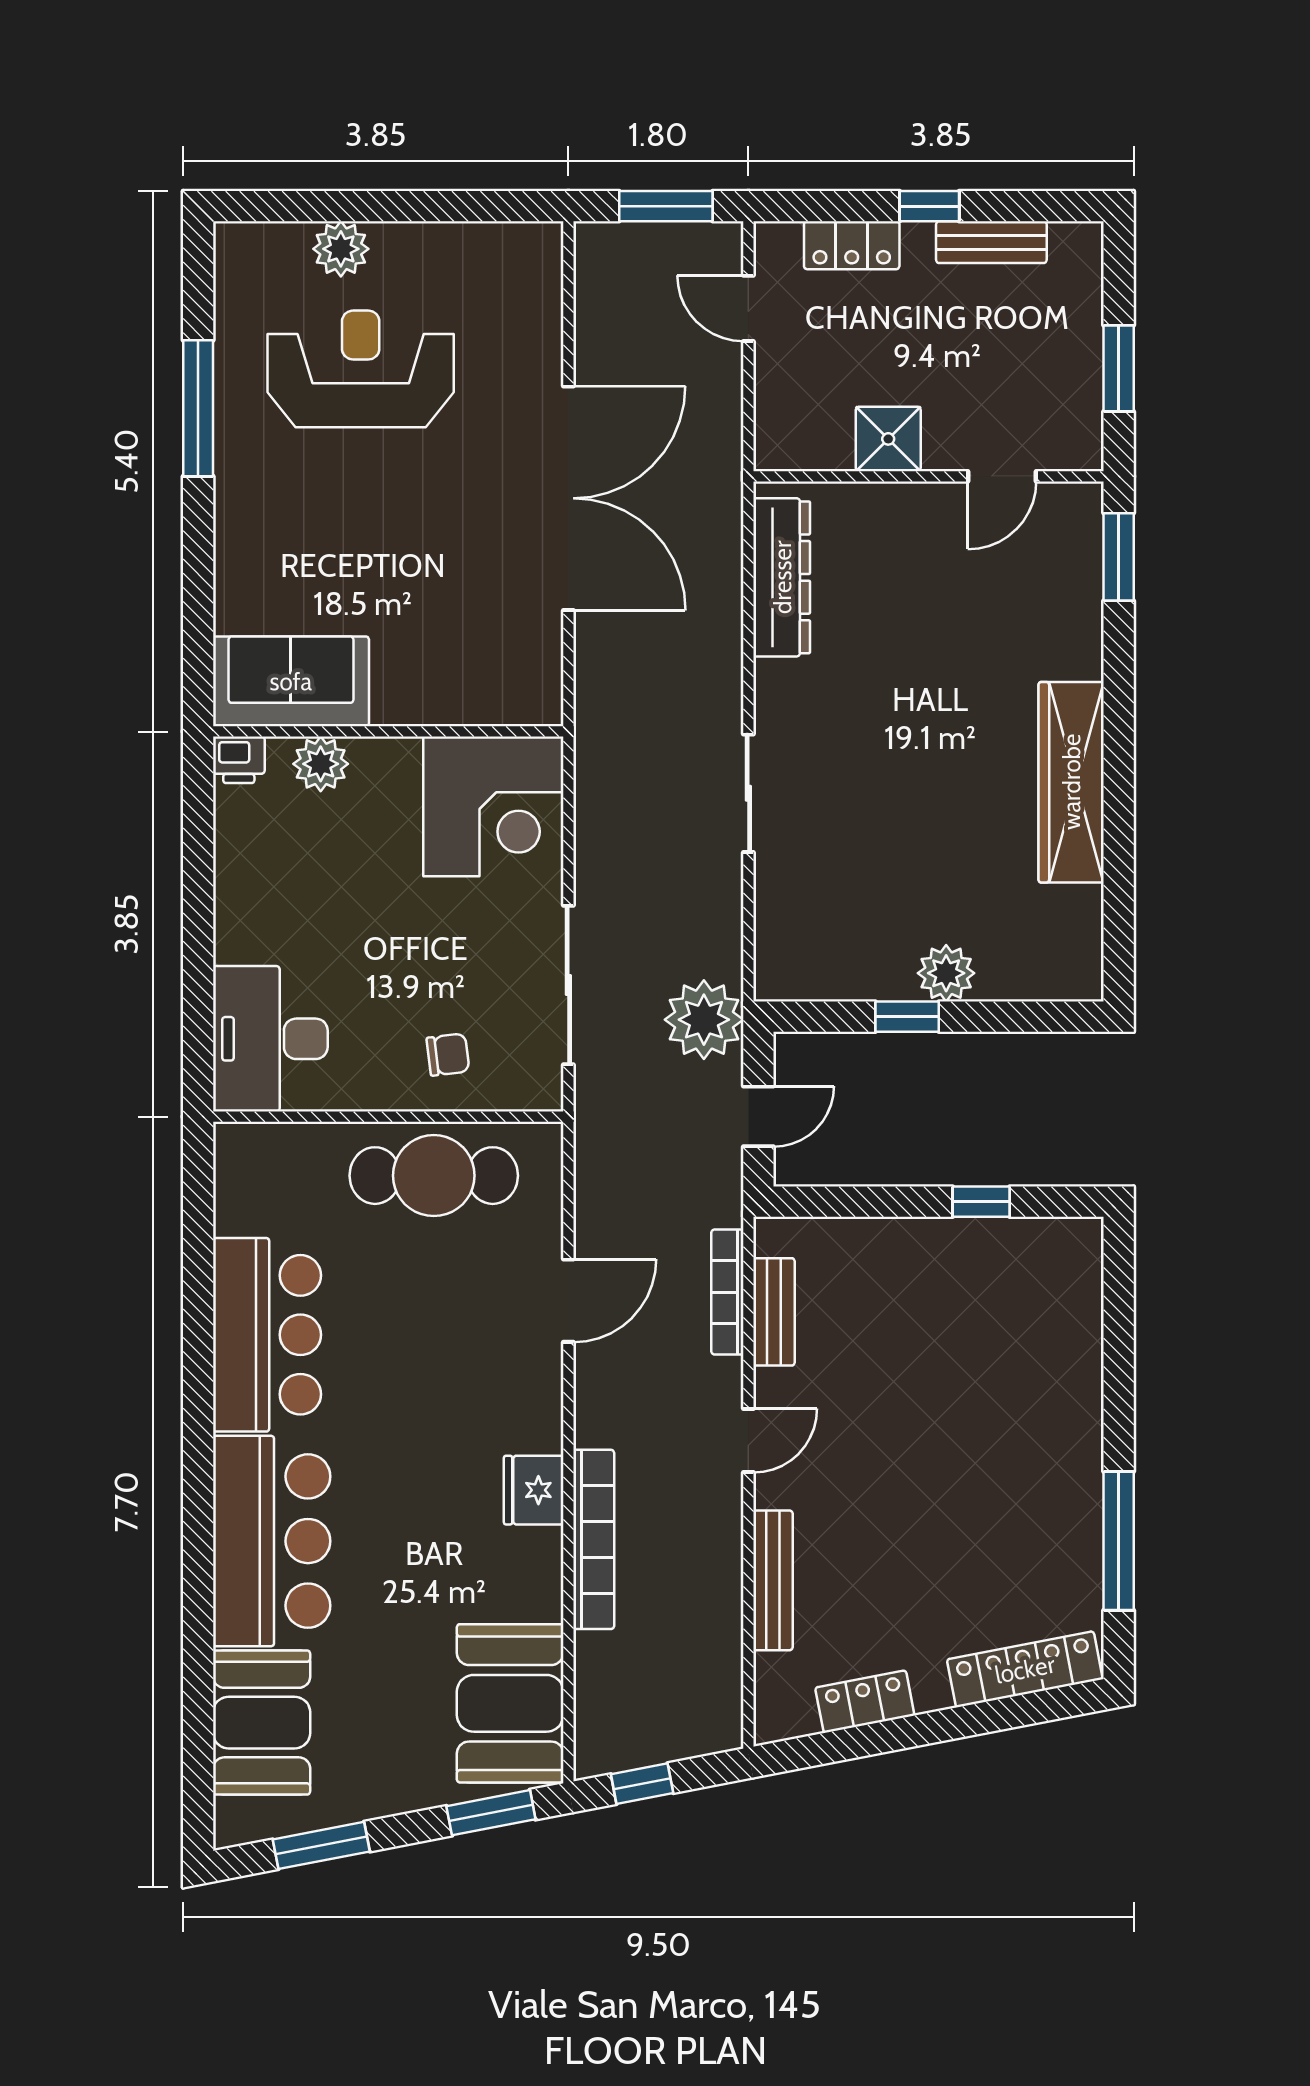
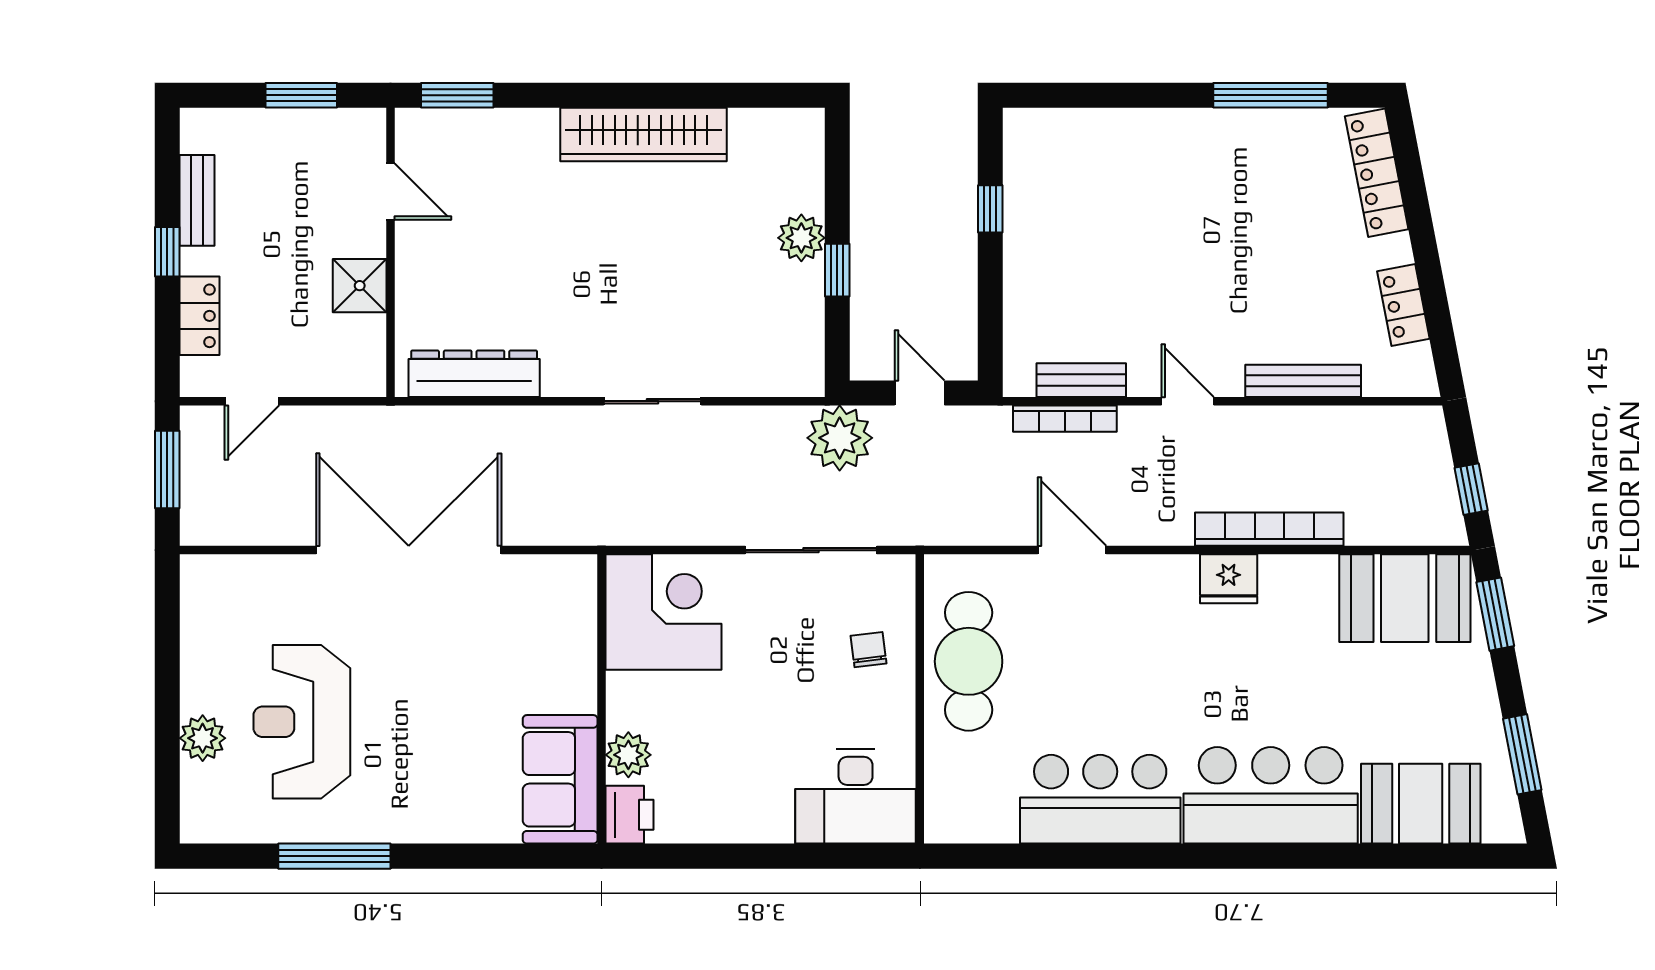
printer: (239, 760) -> (630, 815), width x1.36, depth x1.24

